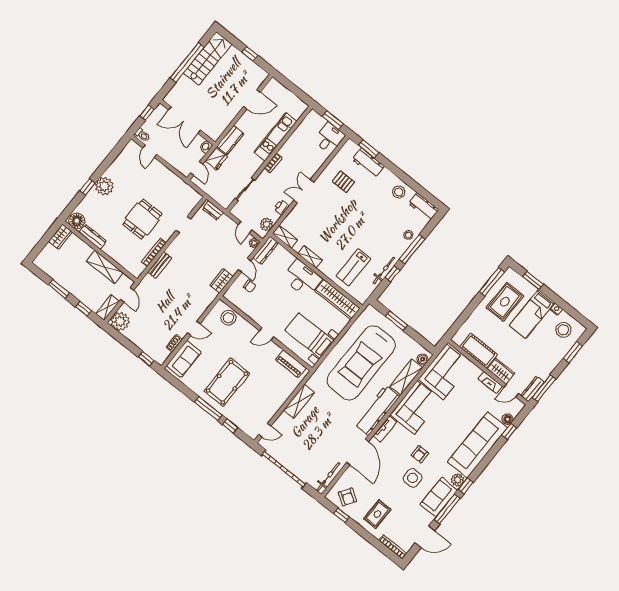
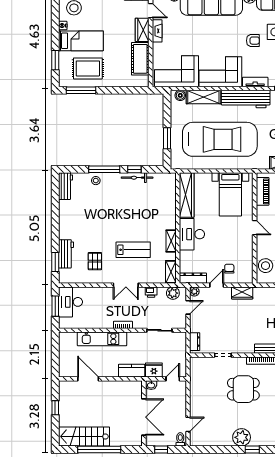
desk: (329, 138) -> (70, 302), width x1.37
stool: (399, 192) -> (69, 214), removed
lab bench: (353, 267) -> (133, 250), moved

